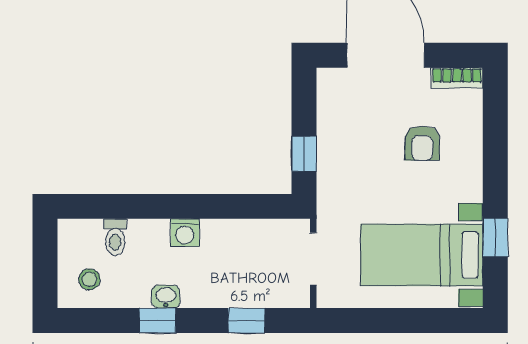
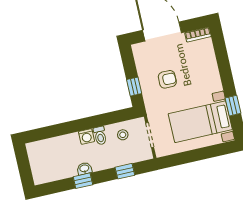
armchair: (422, 143) -> (167, 79), moved, turned -90
toilet: (115, 237) -> (100, 136), moved
stool: (89, 279) -> (123, 135), moved

